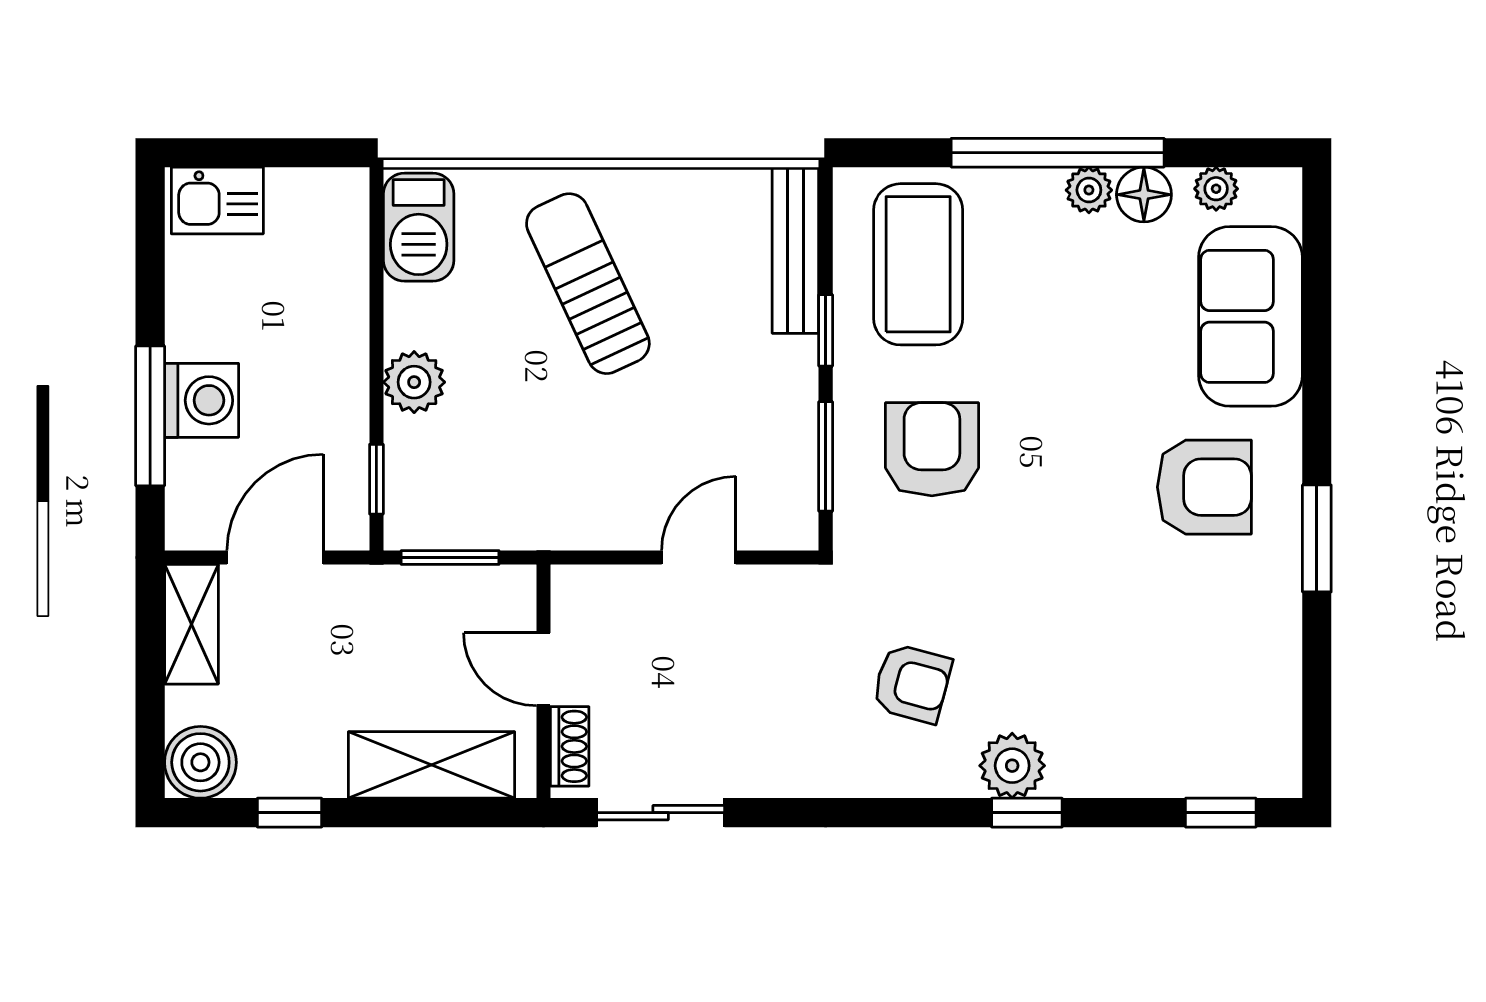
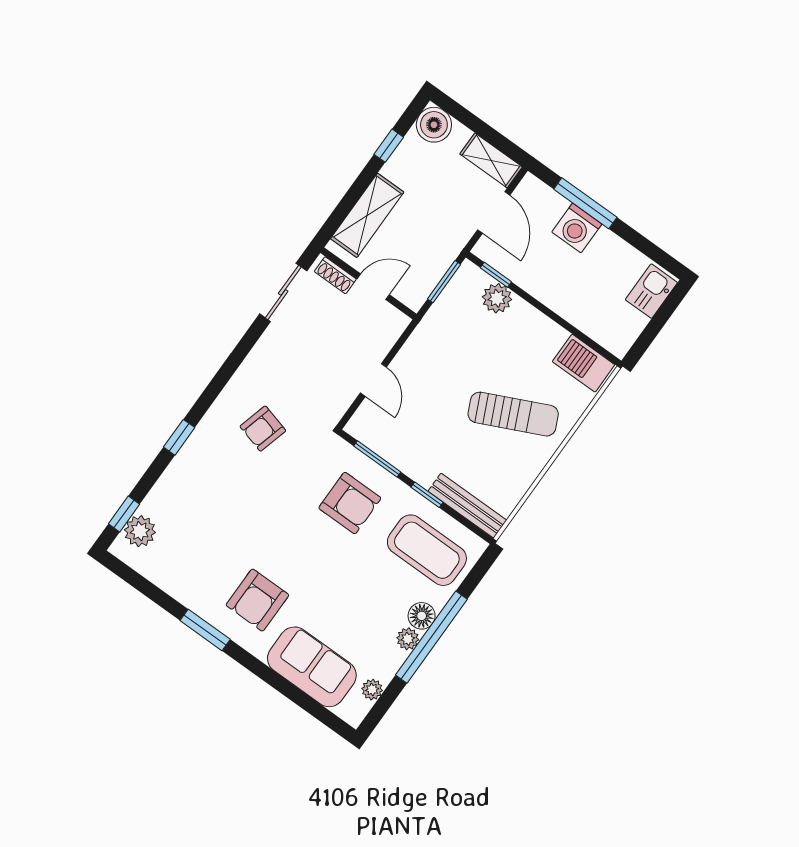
floor lamp: (1144, 195) -> (422, 616), moved
plant: (414, 382) -> (497, 298), moved
plant: (1012, 766) -> (140, 531), moved

